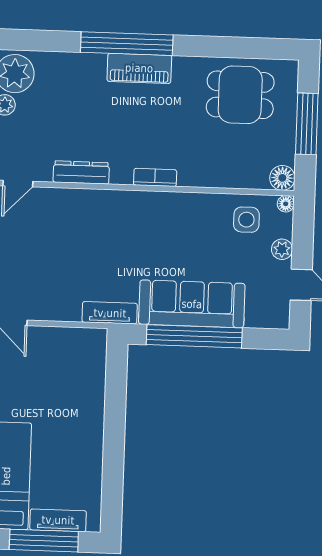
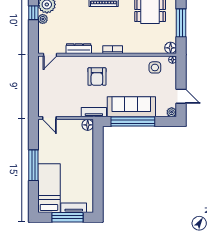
armchair: (119, 235) -> (97, 77), added
plant: (282, 249) -> (172, 112), moved
floor lamp: (95, 340) -> (88, 125), added

